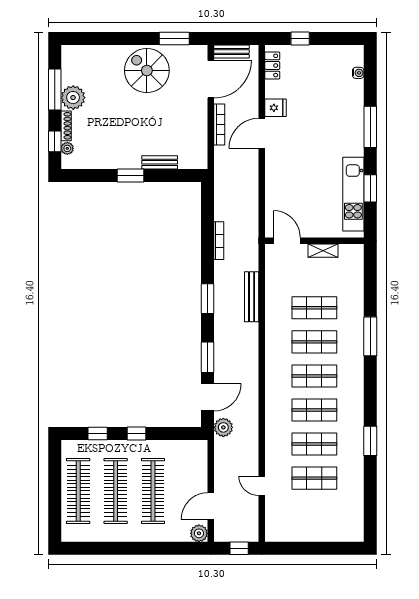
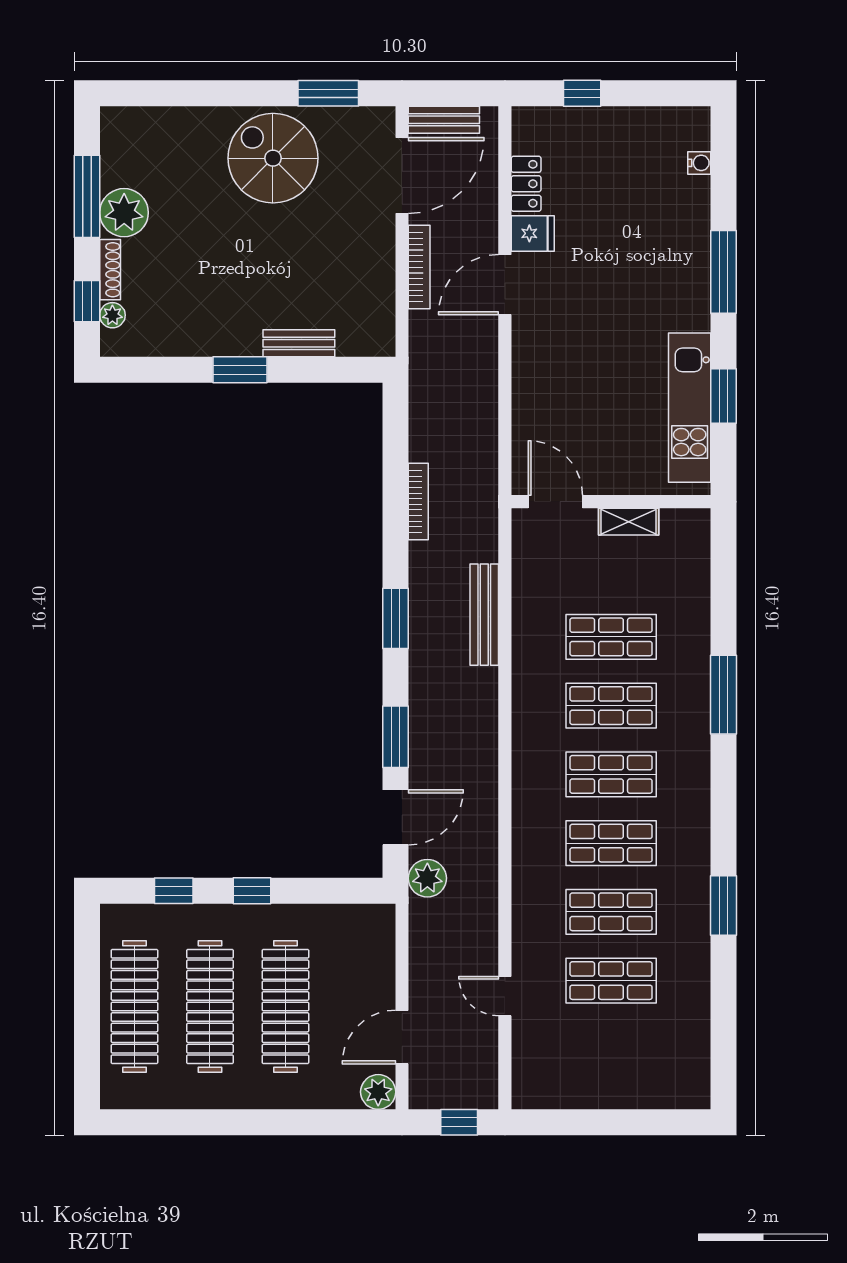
locker: (272, 65) -> (526, 184), moved

